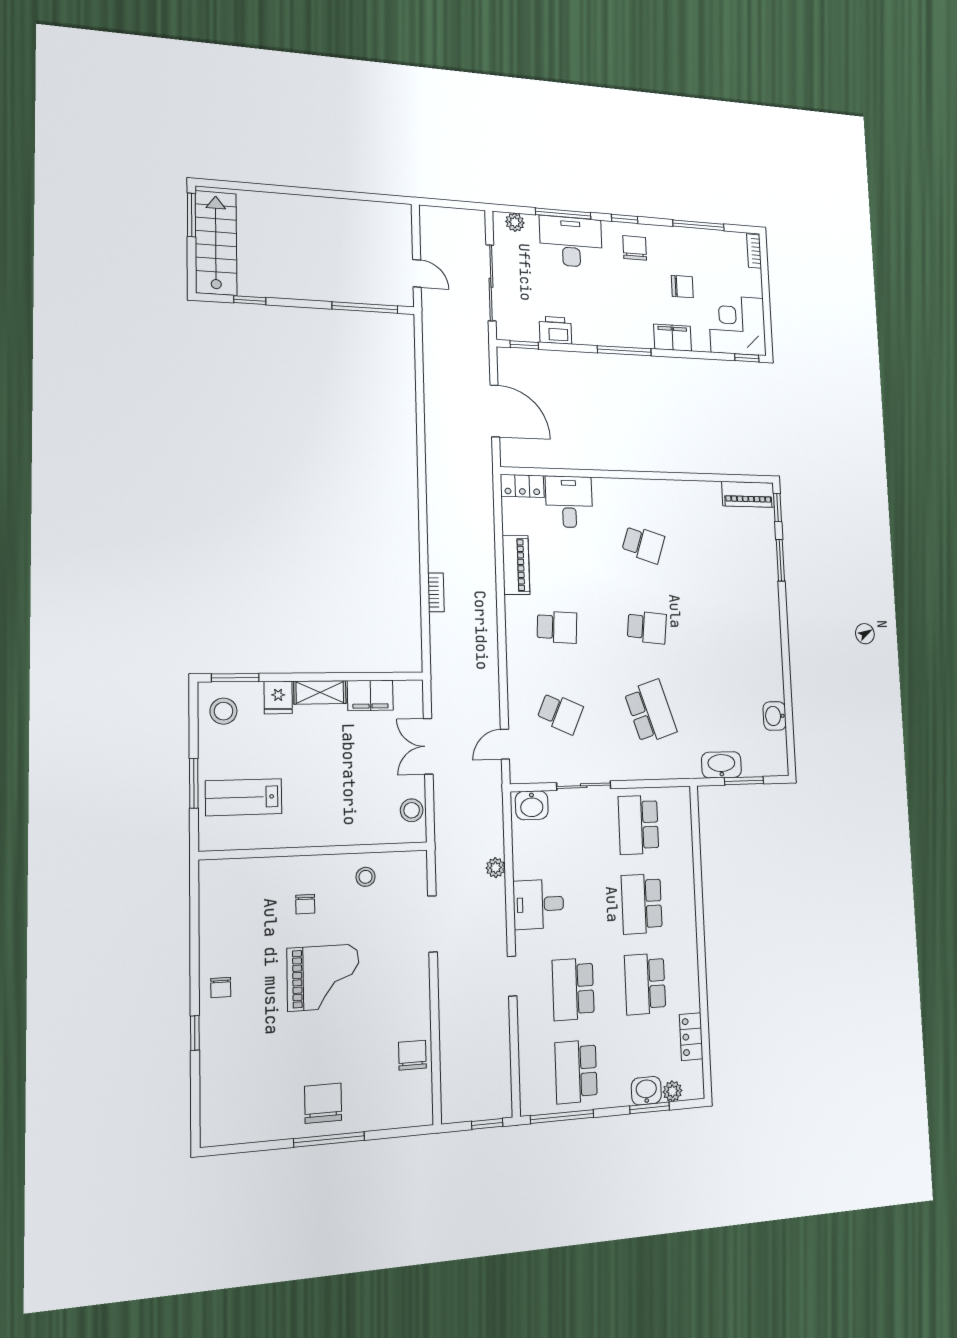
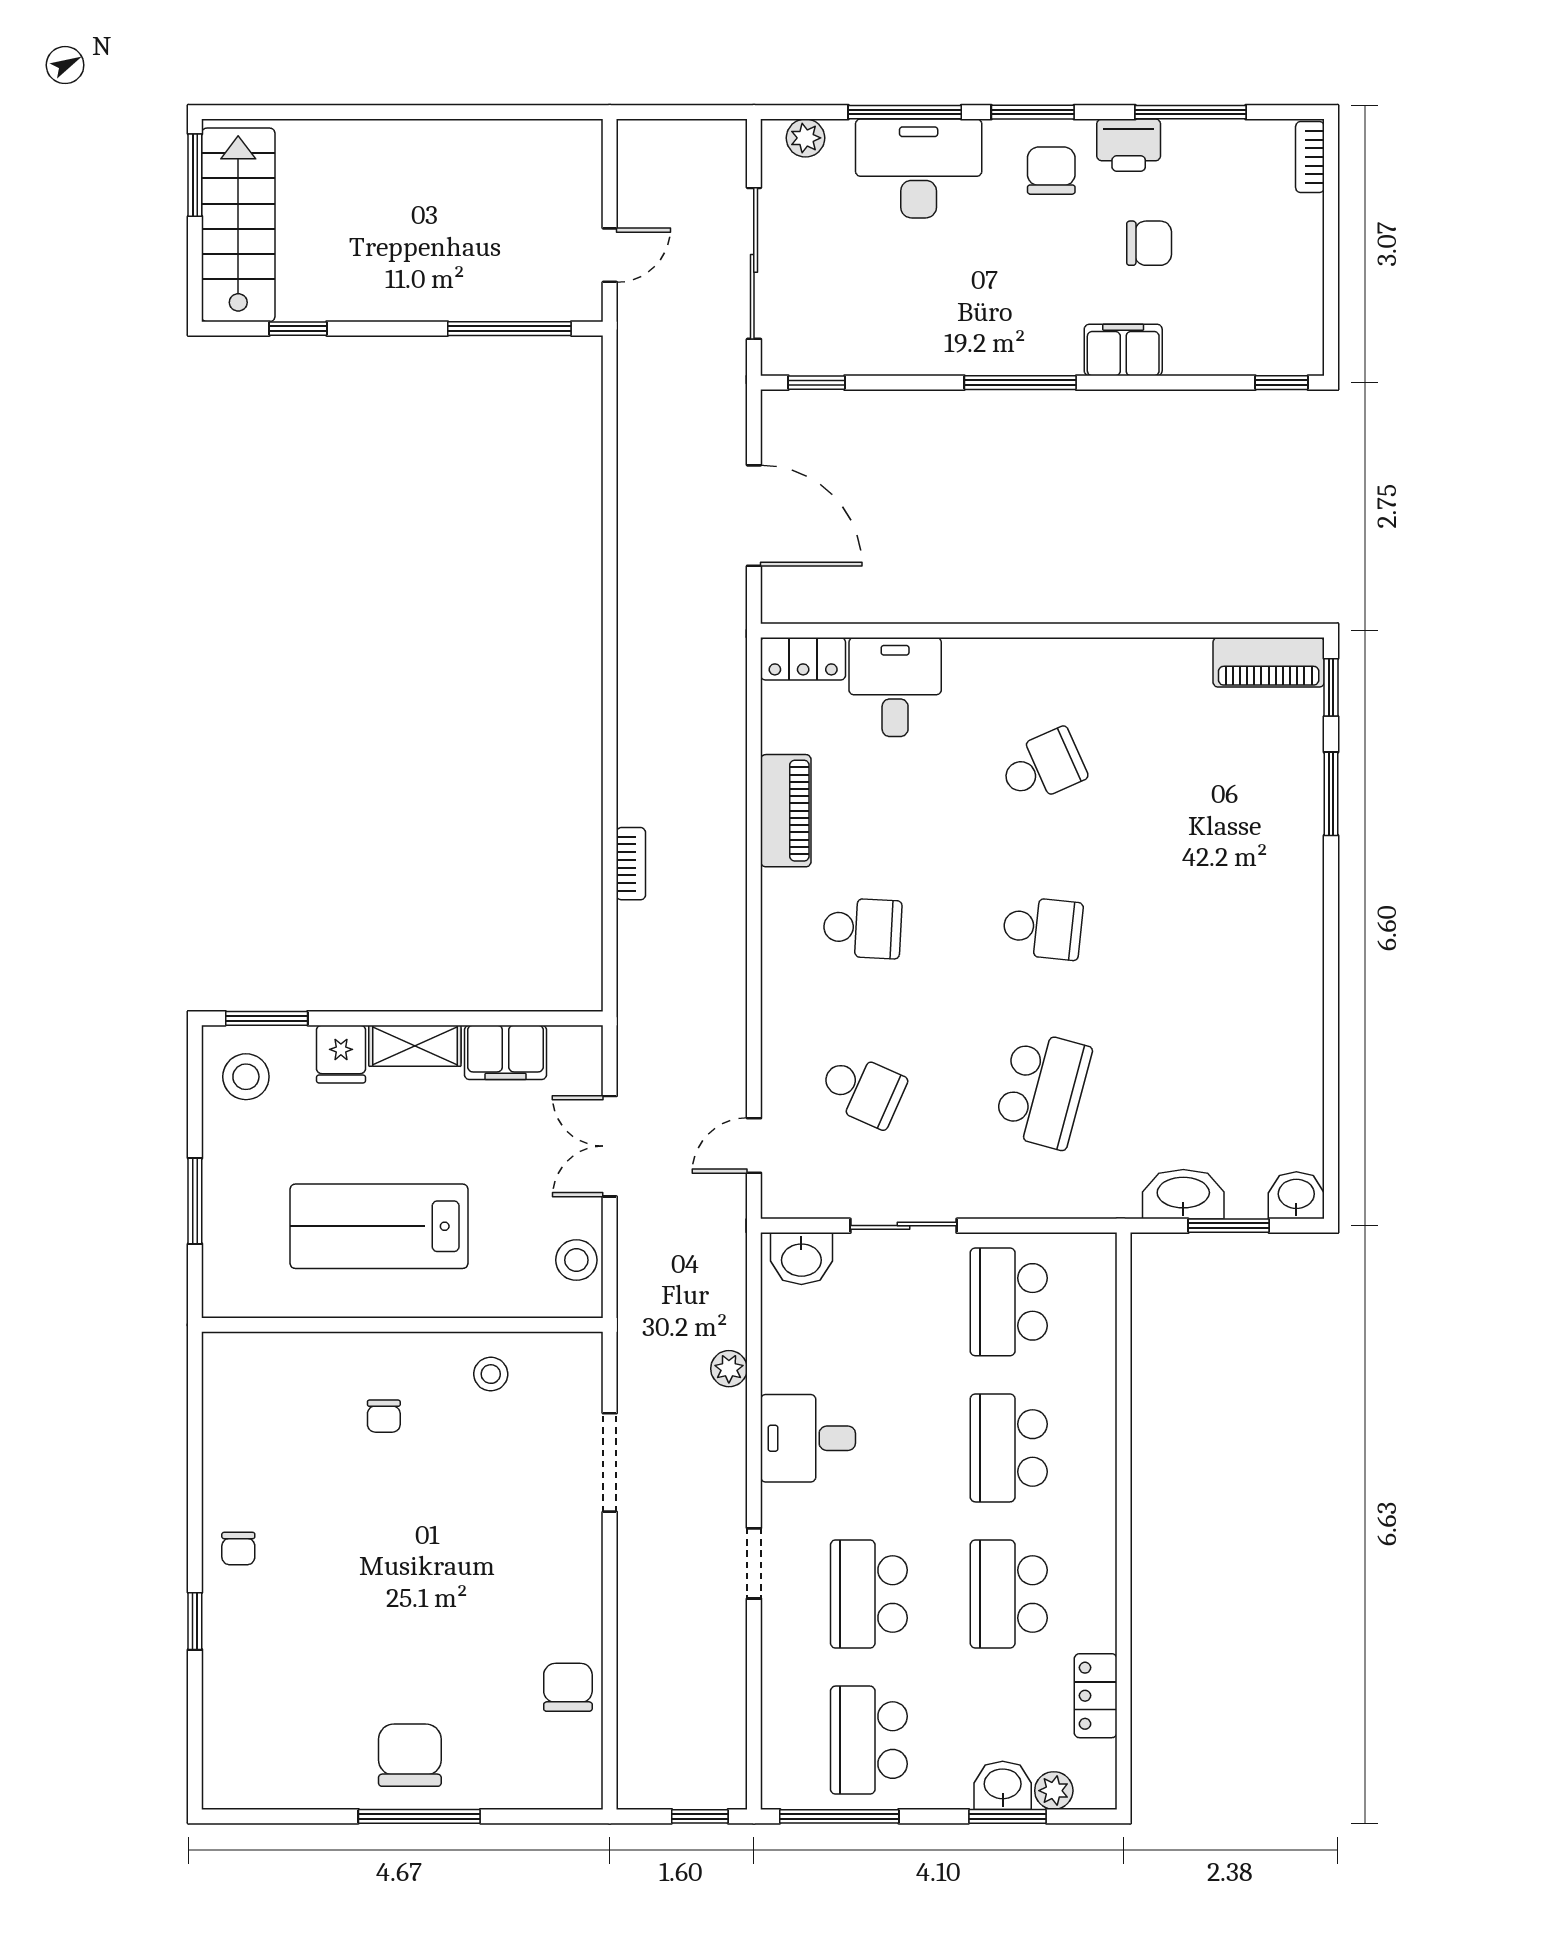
window: (625, 219) -> (1033, 112), width x1.50
door: (417, 273) -> (610, 255), hinge flipped
corner desk: (737, 325) -> (1264, 316), removed
printer: (555, 330) -> (1129, 145), moved, turned 180
school desk: (643, 544) -> (1042, 767), turned -42
school desk: (650, 712) -> (1042, 1090), turned 33
washbasin: (775, 716) -> (1296, 1195), moved, turned 90
lab bench: (244, 797) -> (379, 1226), moved, width x1.36, depth x1.39
grand piano: (323, 977) -> (413, 1543), removed

